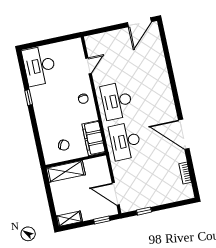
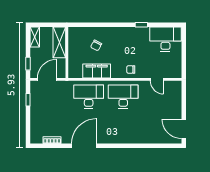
wall: (76, 160) -> (67, 53), moved
shelving: (66, 171) -> (59, 42), moved

